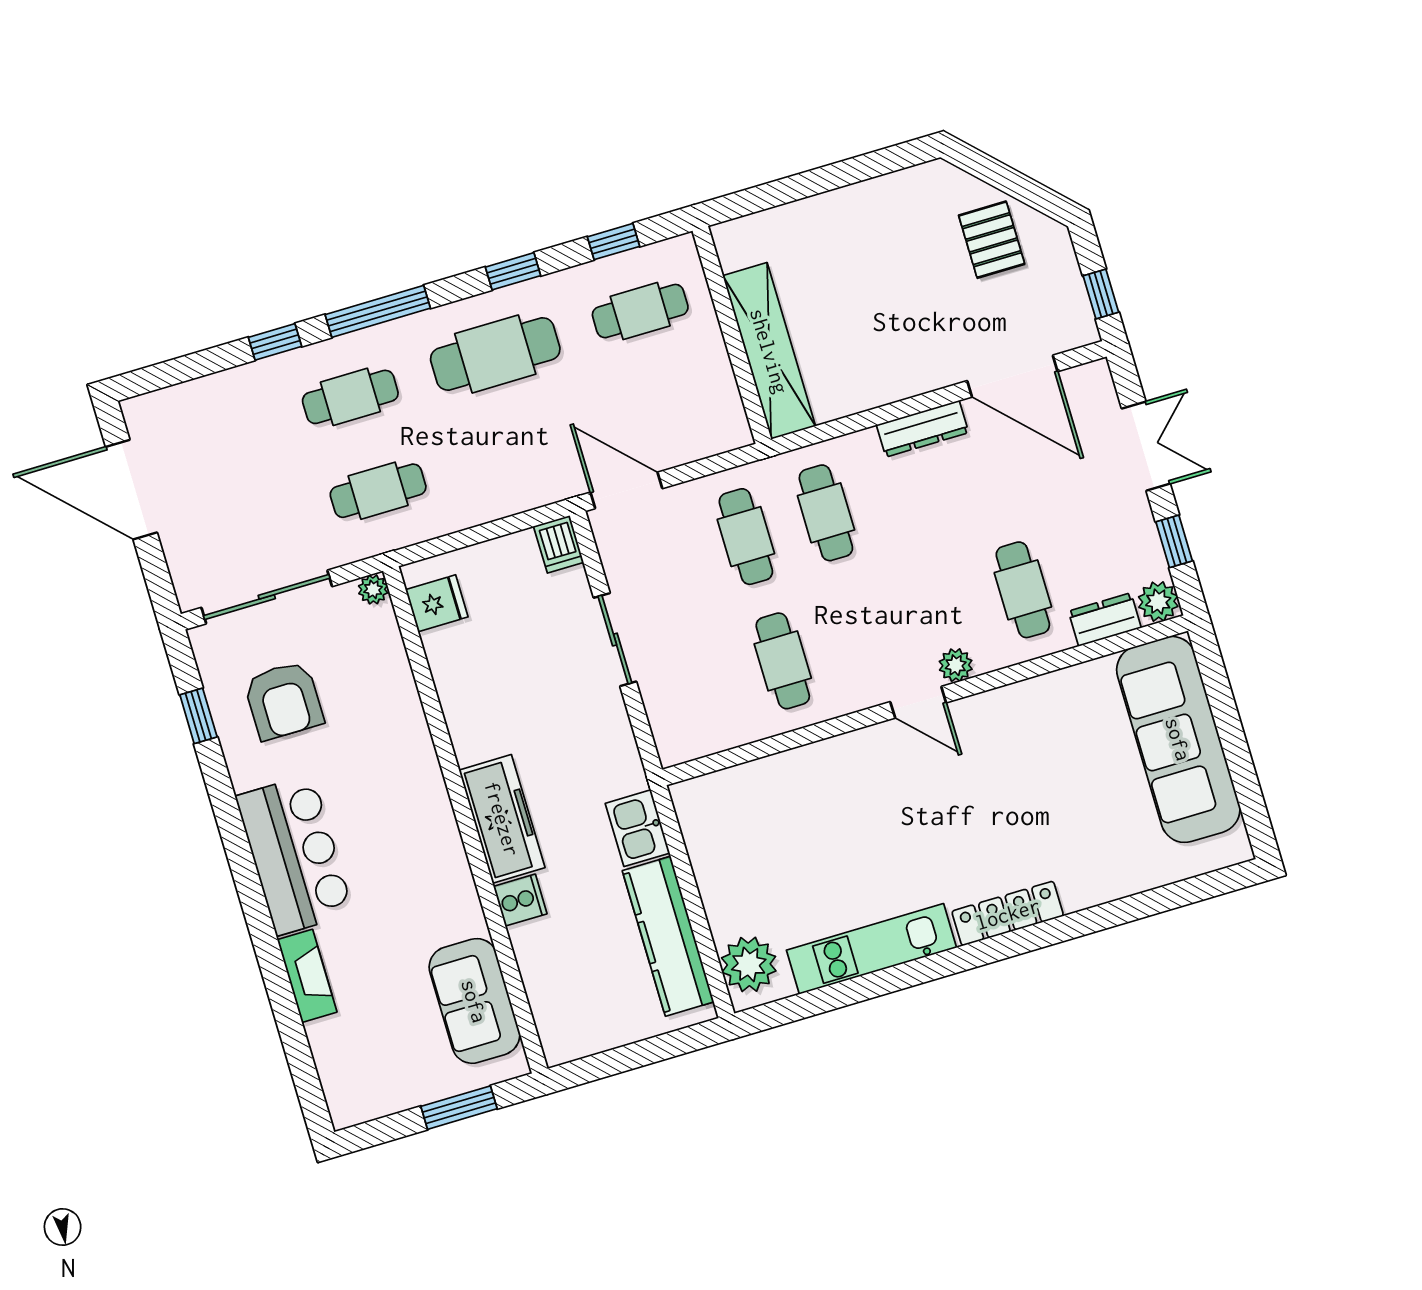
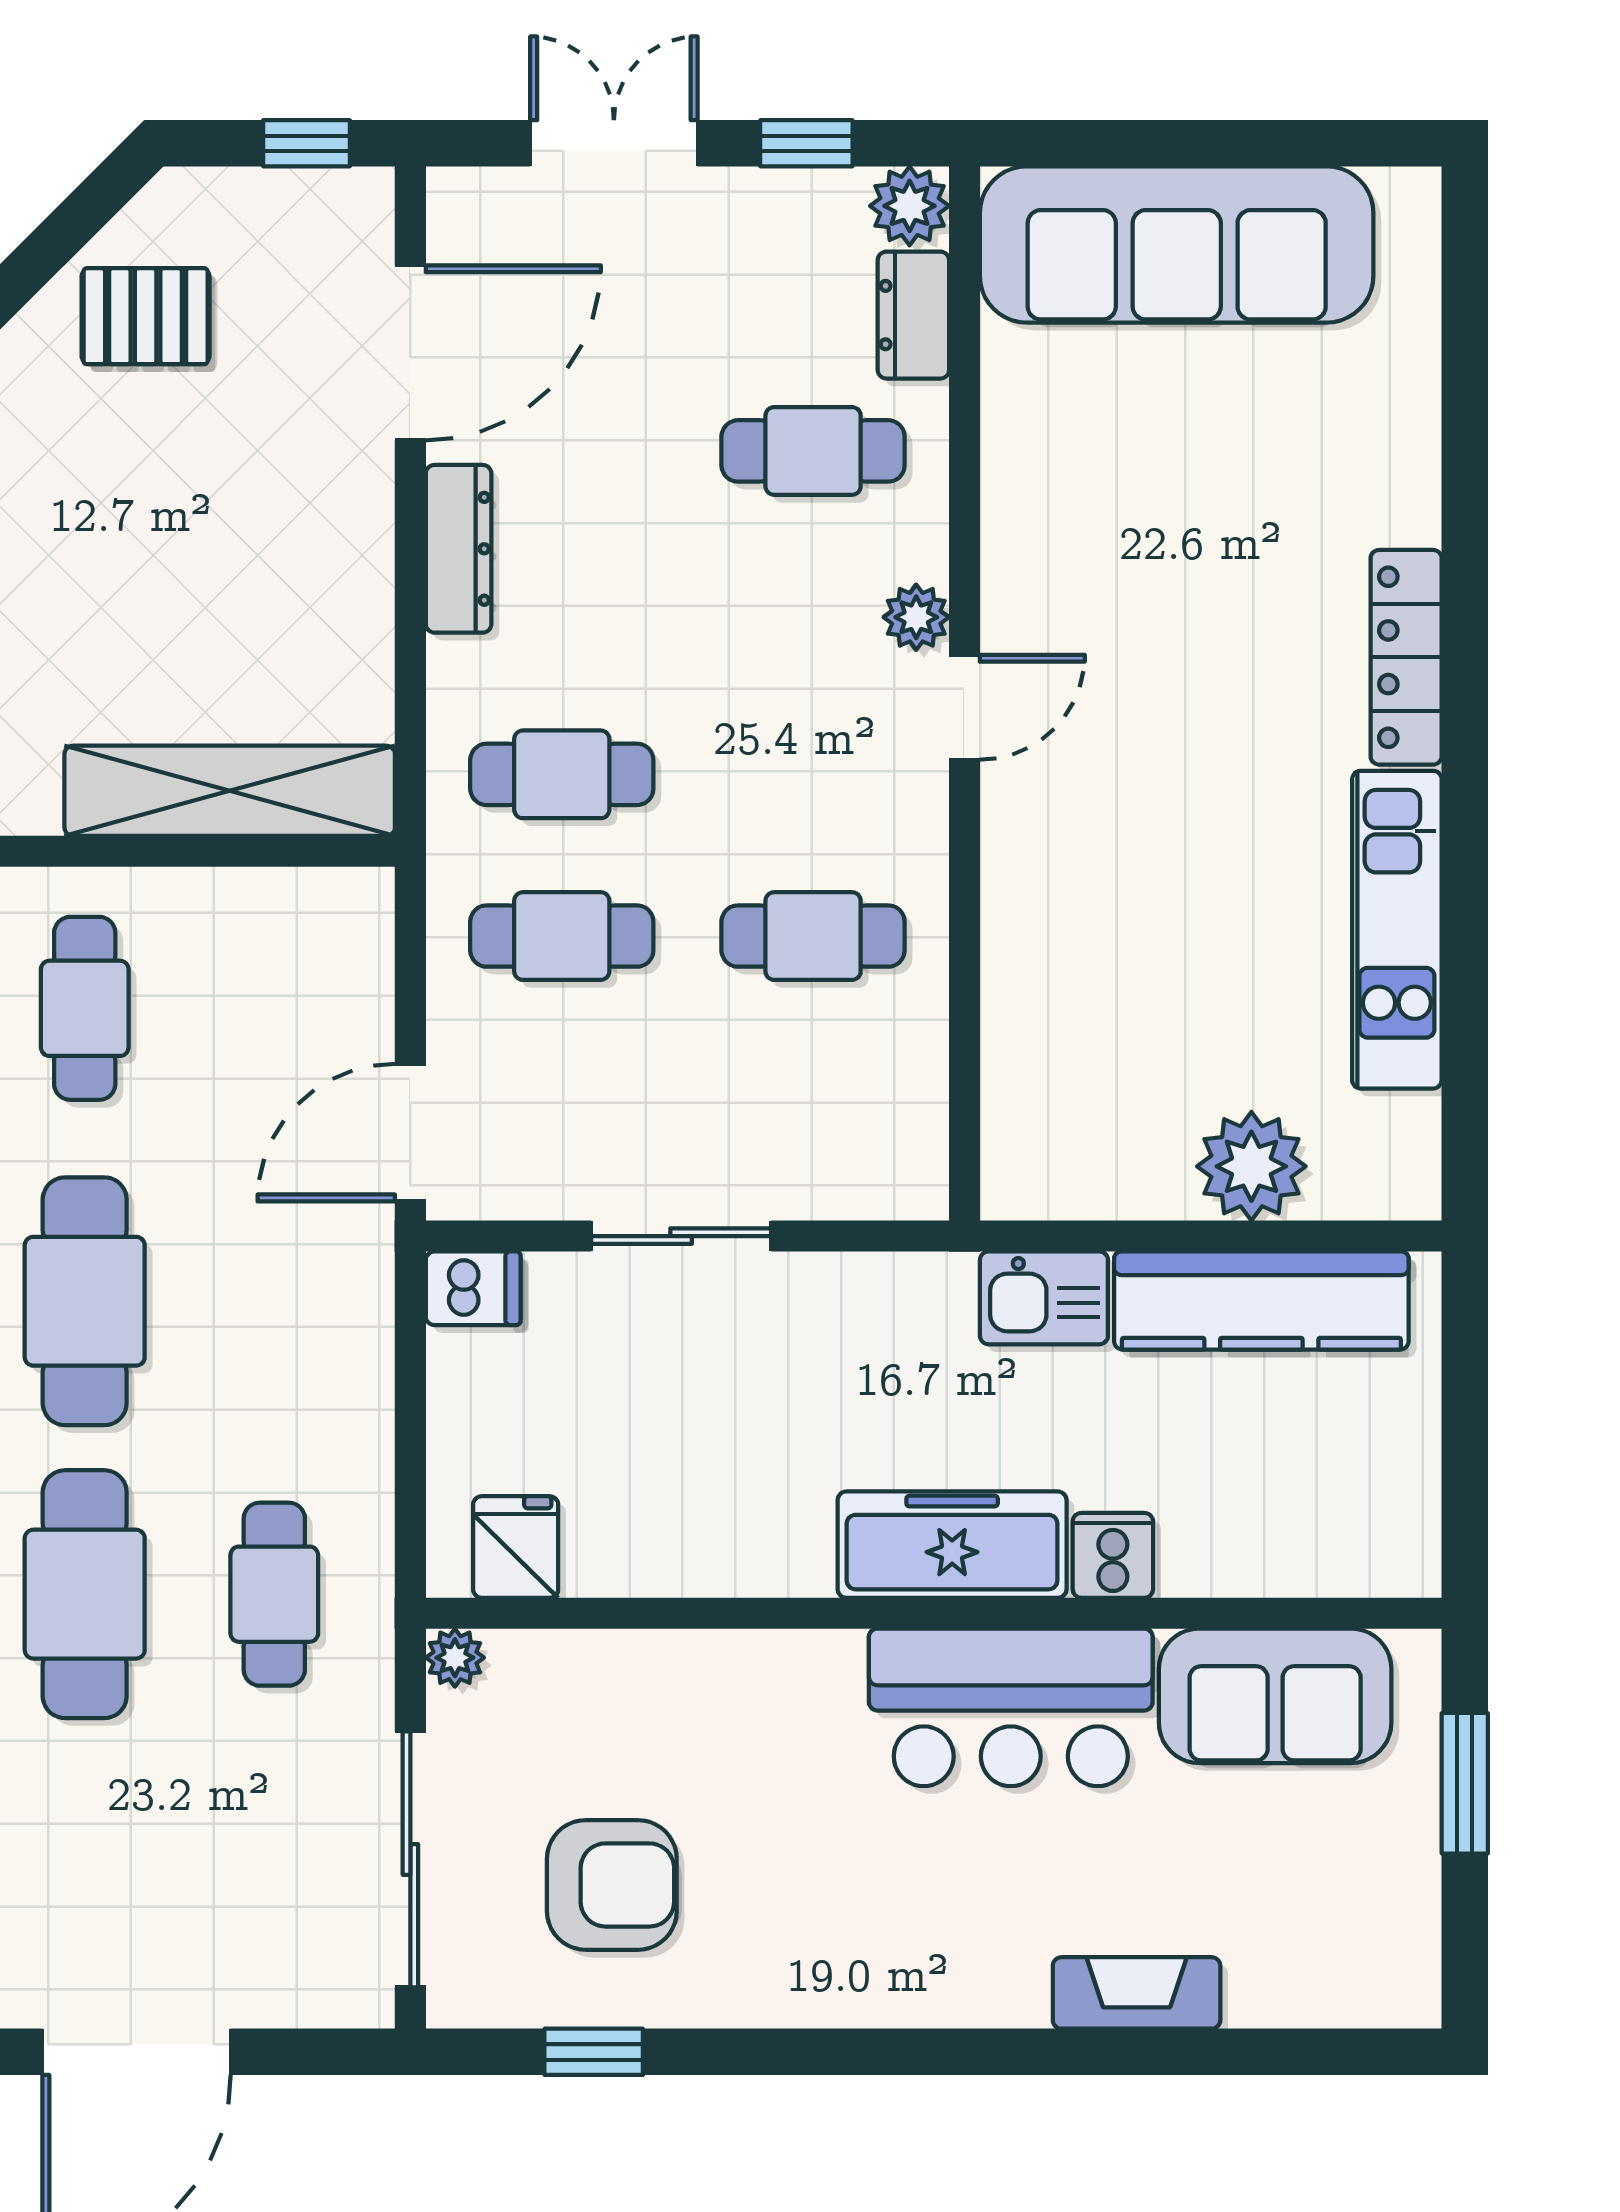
cafe table: (350, 397) -> (85, 1594), width x1.37, depth x1.35
bar counter: (294, 855) -> (1011, 1707), moved, turned 180
plant: (749, 964) -> (1251, 1166), moved

